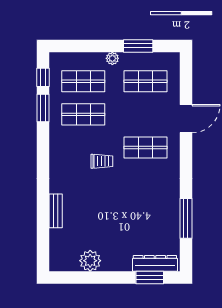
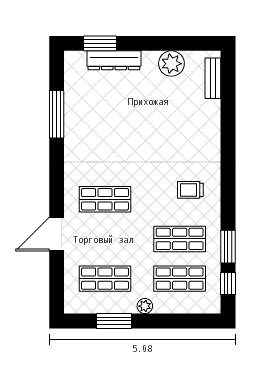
trolley: (102, 161) -> (190, 190), moved
bench: (56, 211) -> (213, 78), moved
dresser: (155, 263) -> (114, 60), moved

